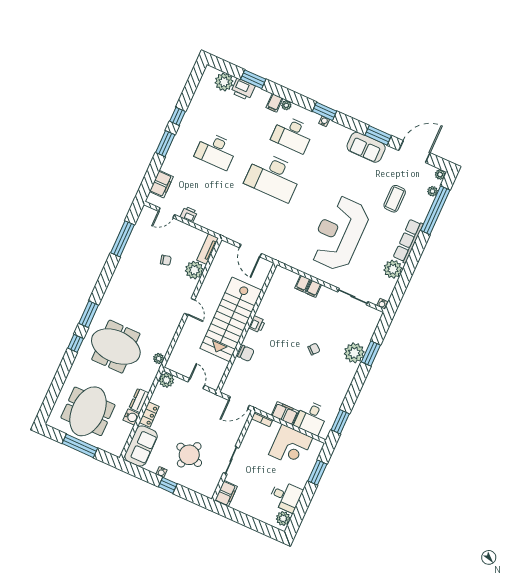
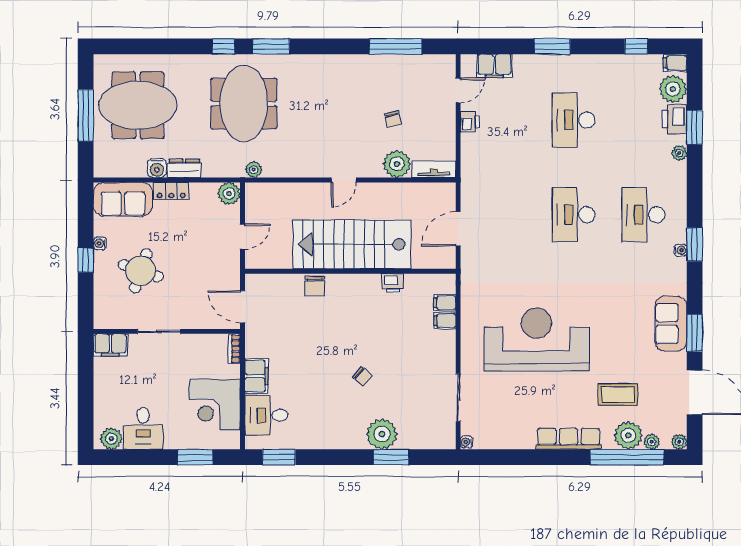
filing cabinet: (274, 103) -> (675, 63), moved
plant: (286, 105) -> (679, 153), moved
window: (178, 116) -> (636, 46), moved
desk: (273, 177) -> (574, 215), width x0.73, depth x0.77
door: (166, 213) -> (458, 90), swing flipped
plant: (393, 269) -> (628, 435), moved
filing cabinet: (314, 289) -> (445, 303), moved
printer: (257, 324) -> (393, 283), moved

